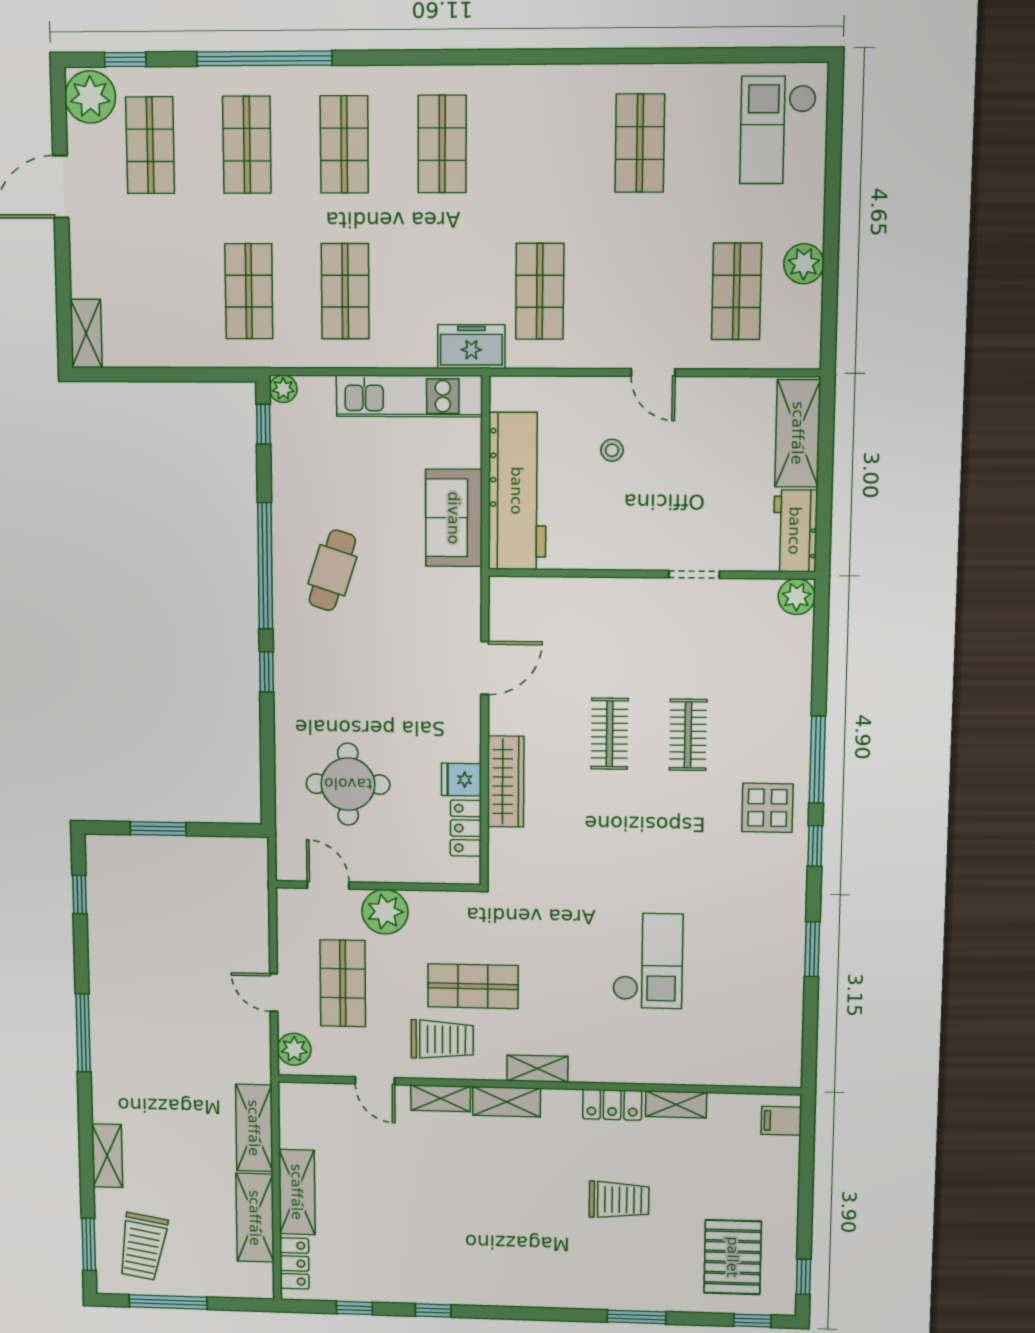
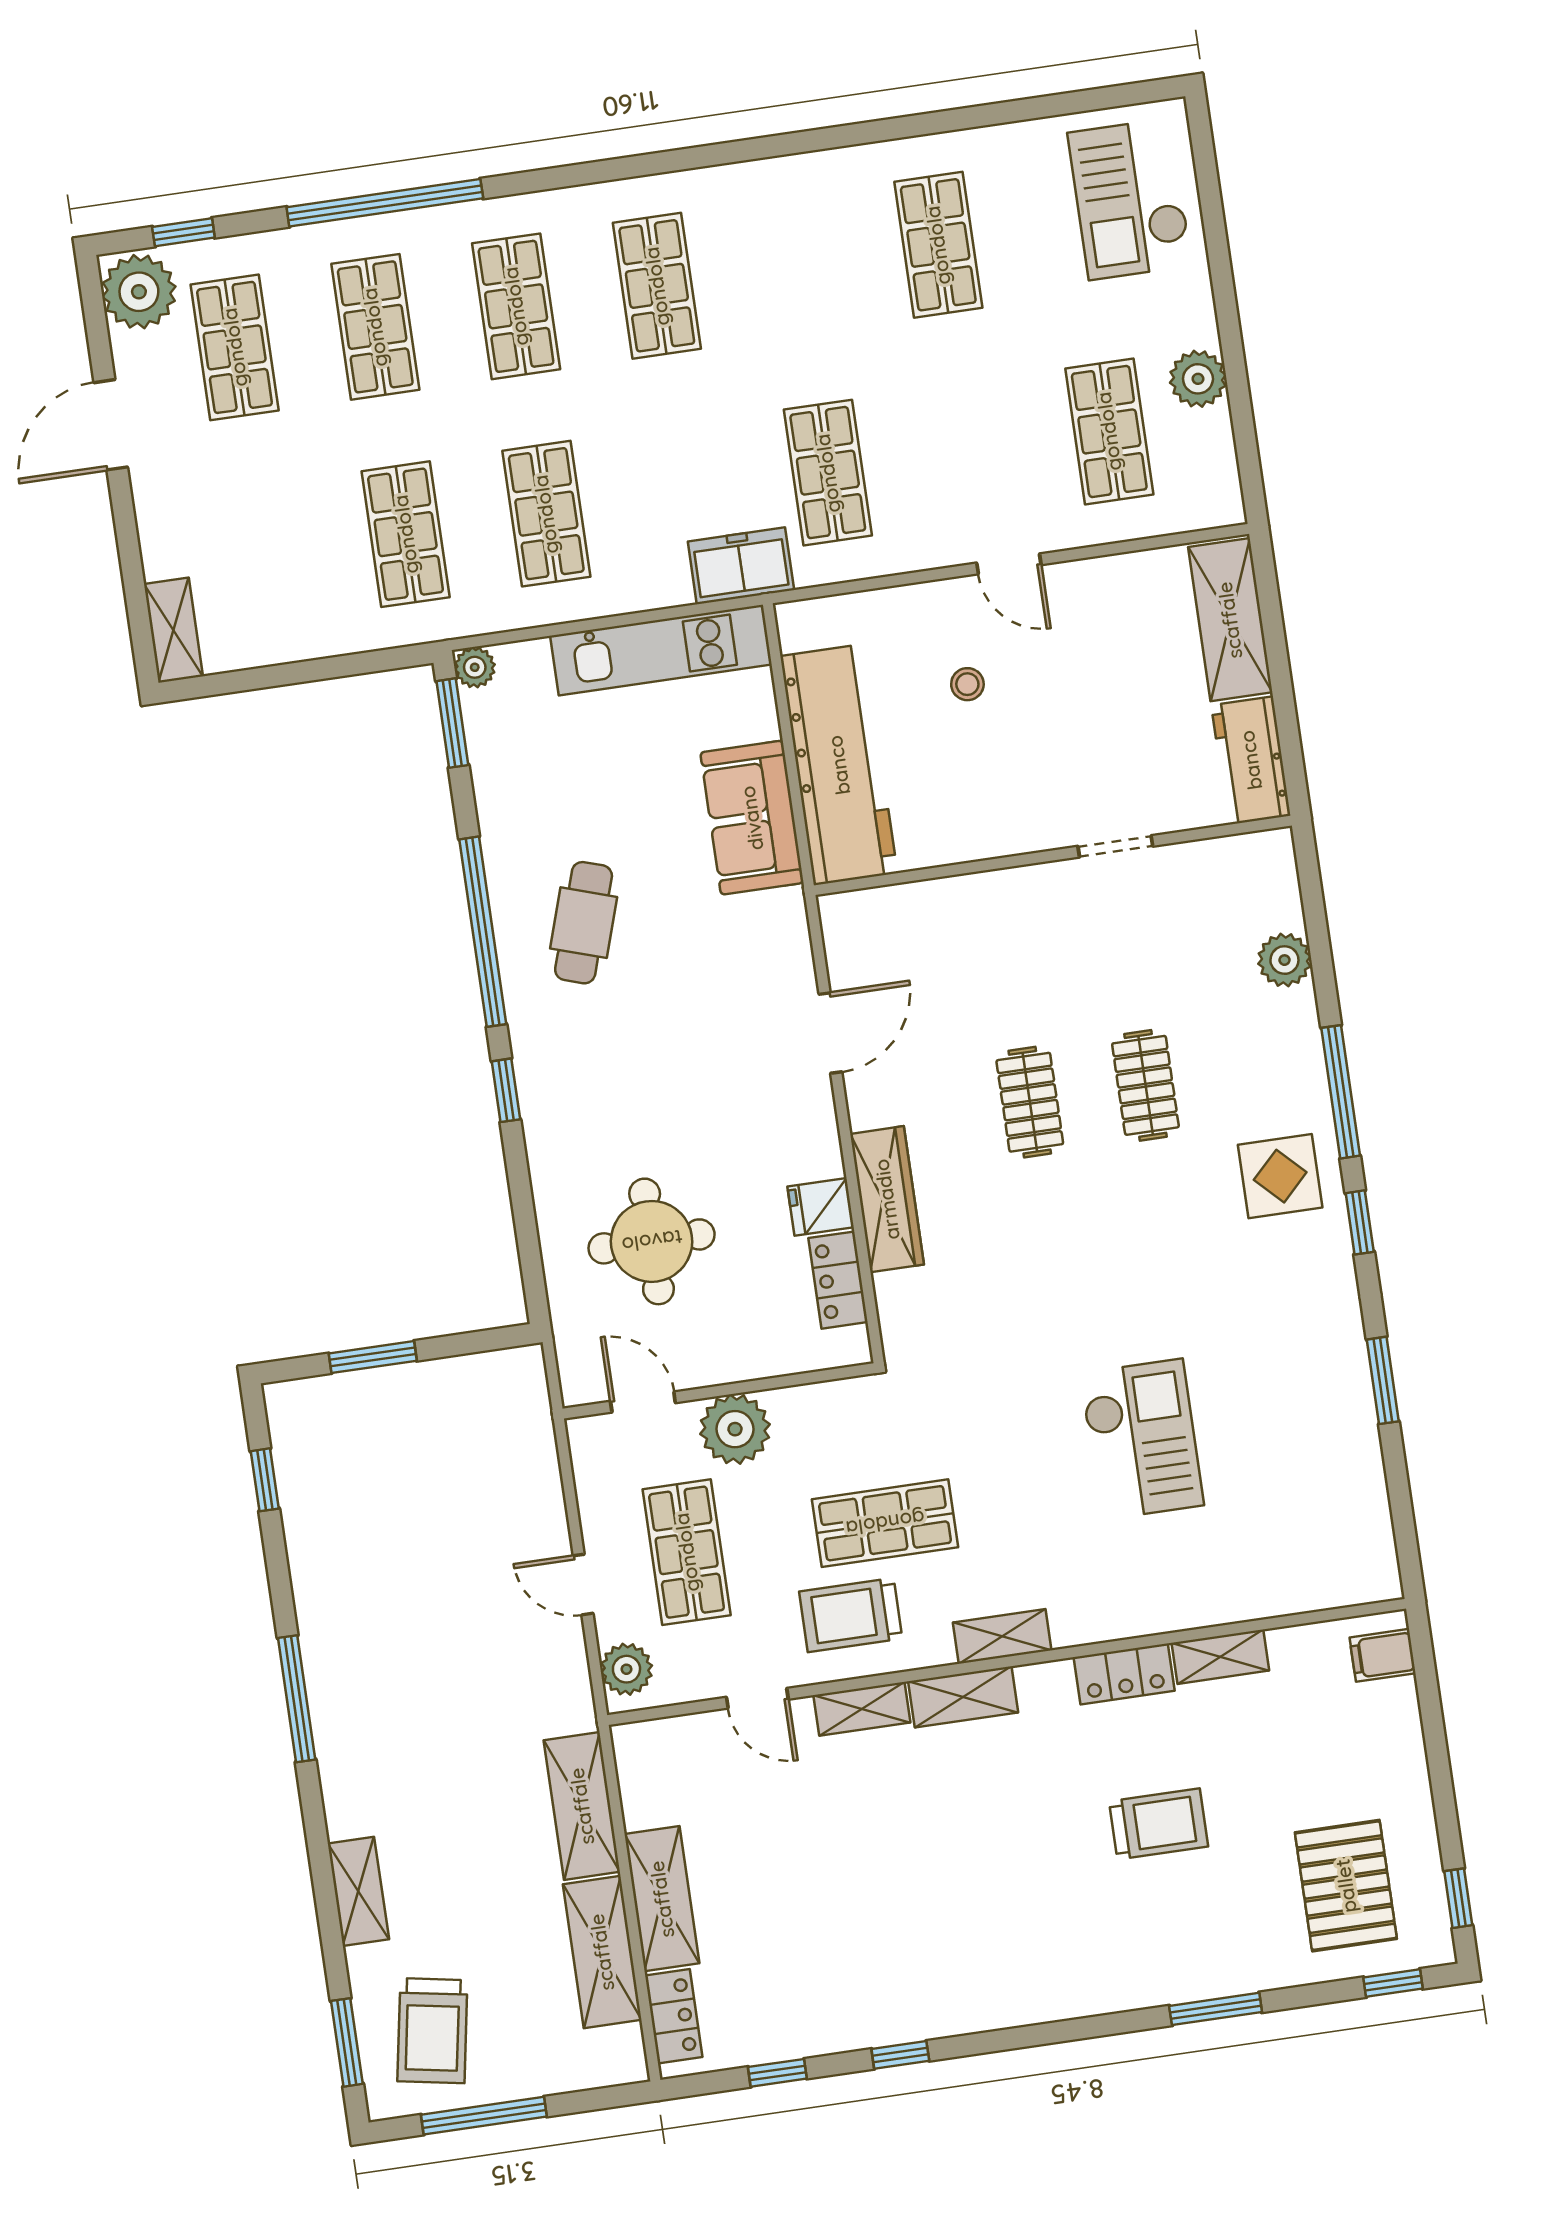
window: (263, 424) -> (452, 723), width x1.50
plant: (797, 597) -> (1284, 960), moved
trolley: (442, 1039) -> (851, 1615), turned 180

